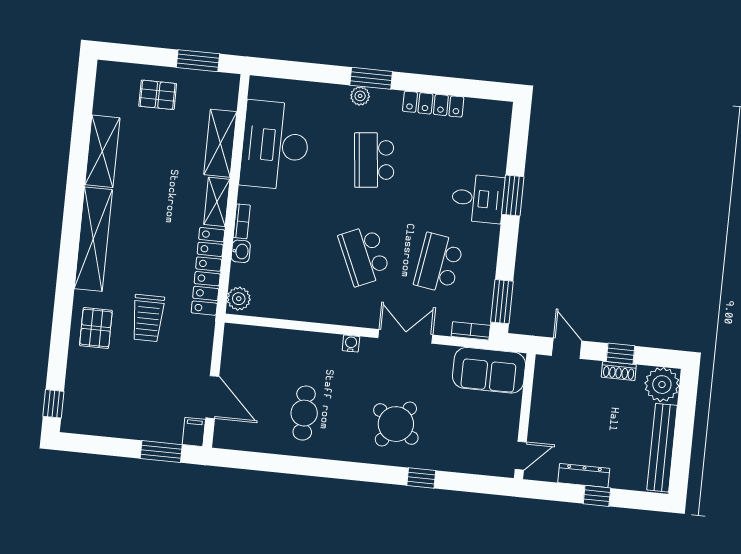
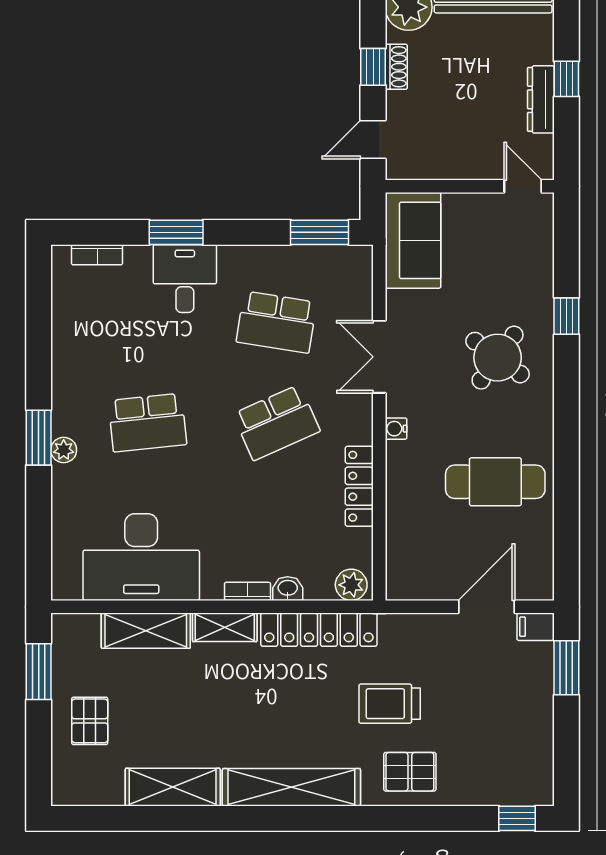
locker: (433, 104) -> (359, 486), moved, turned 180
trolley: (148, 318) -> (390, 704), turned 180
bookcase: (471, 331) -> (97, 255), moved, turned -90
cafe table: (304, 413) -> (495, 482), width x1.37, depth x1.35

